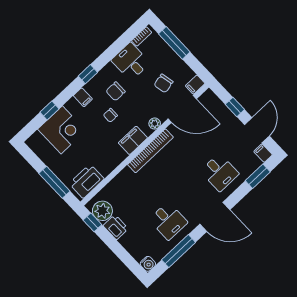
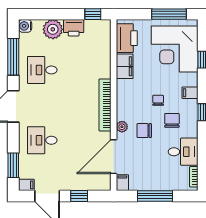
window: (174, 43) -> (155, 196), moved
chair: (163, 83) -> (144, 131), moved, turned -78
corner desk: (62, 130) -> (175, 49), width x1.36, depth x1.36
filing cabinet: (133, 140) -> (125, 66), moved
window: (54, 182) -> (169, 14), moved
plant: (102, 211) -> (53, 29), moved

